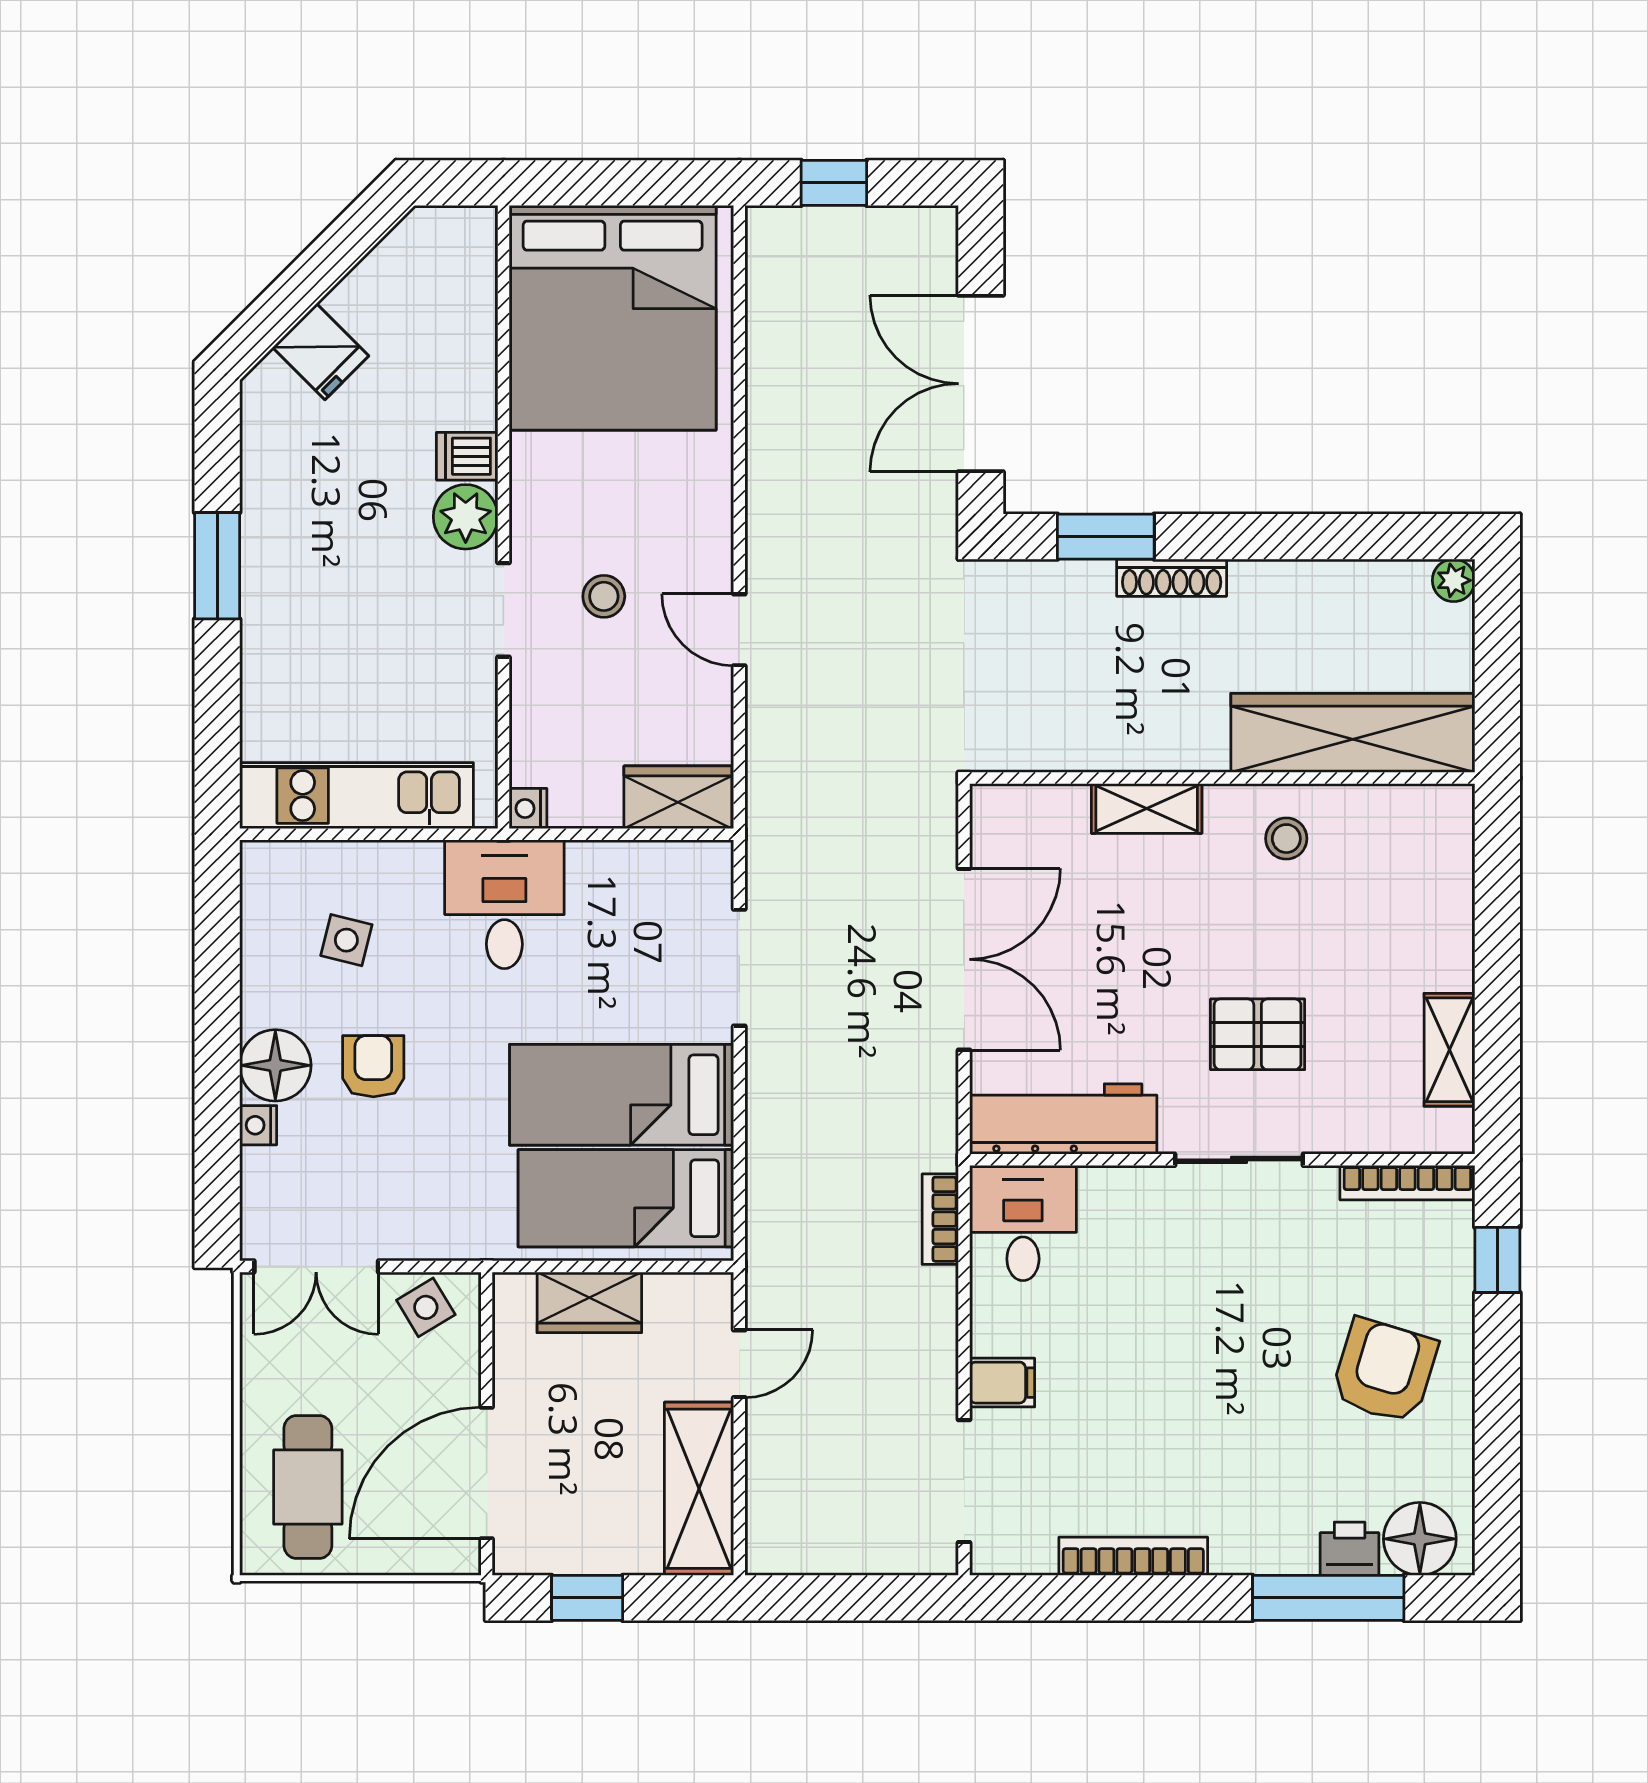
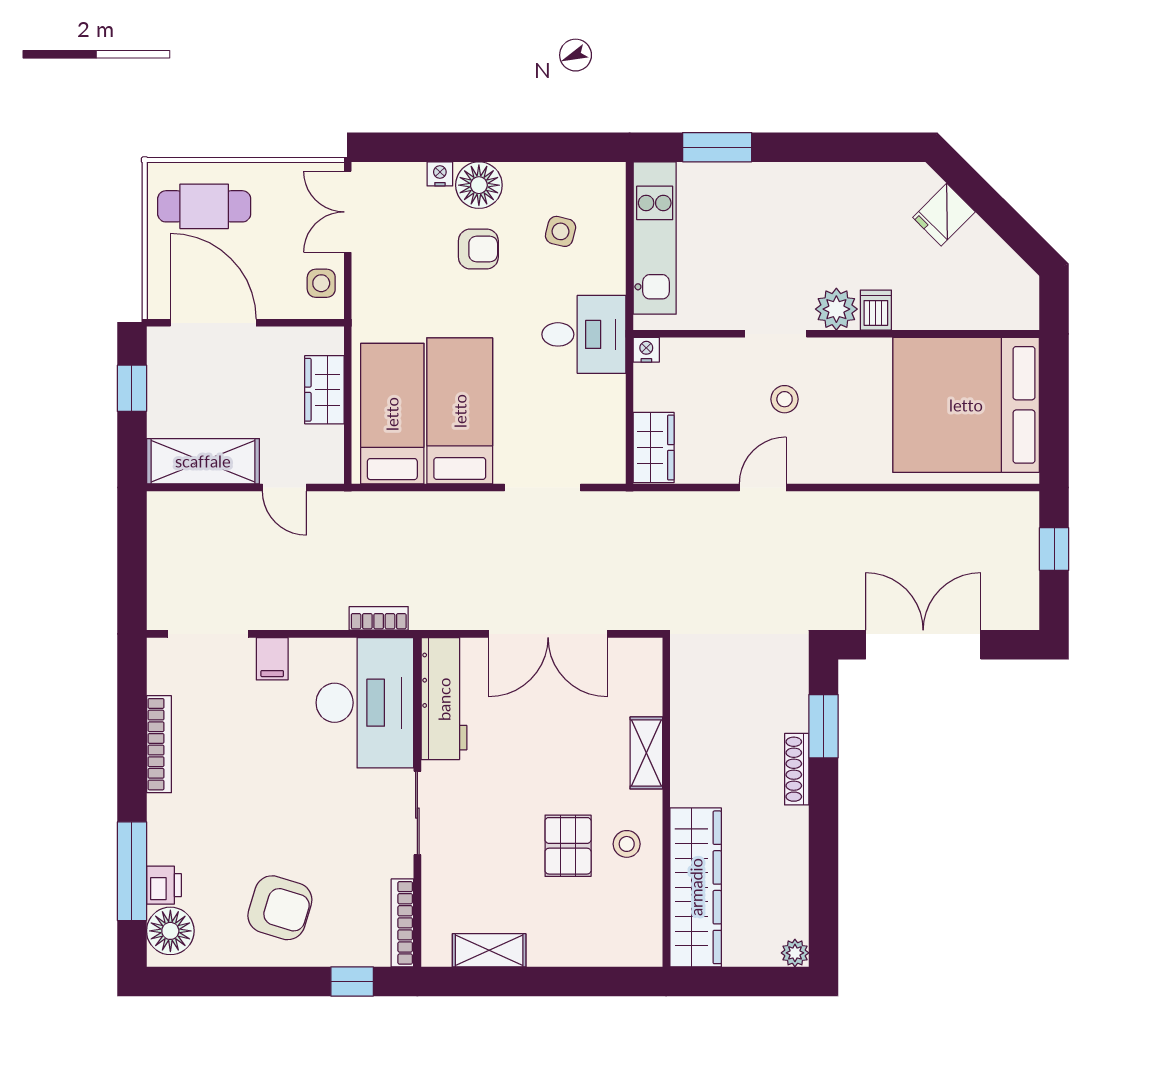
window: (217, 566) -> (717, 147), moved
pallet: (1258, 1034) -> (568, 846), moved
desk: (1023, 1223) -> (365, 703), width x1.87, depth x1.30
side table: (426, 1307) -> (321, 283), turned 31

